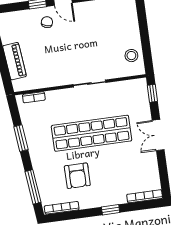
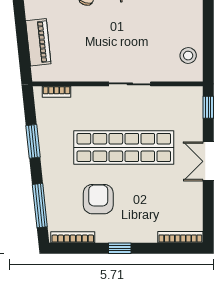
armchair: (77, 176) -> (98, 199), turned 180
window: (111, 210) -> (120, 248), moved

